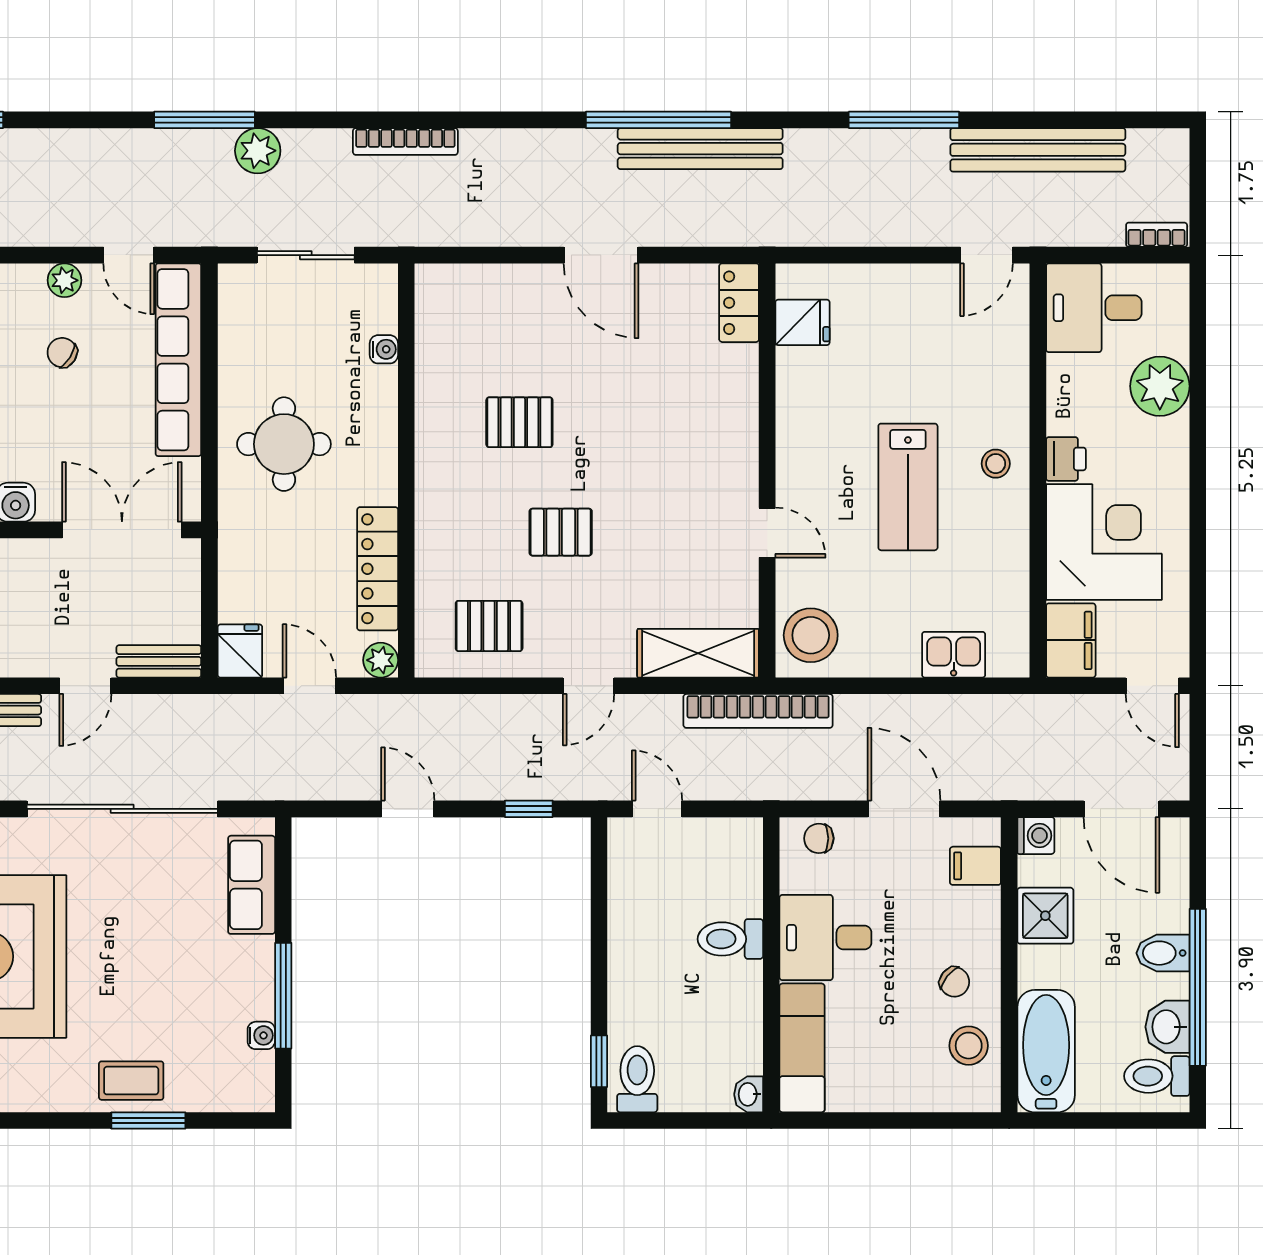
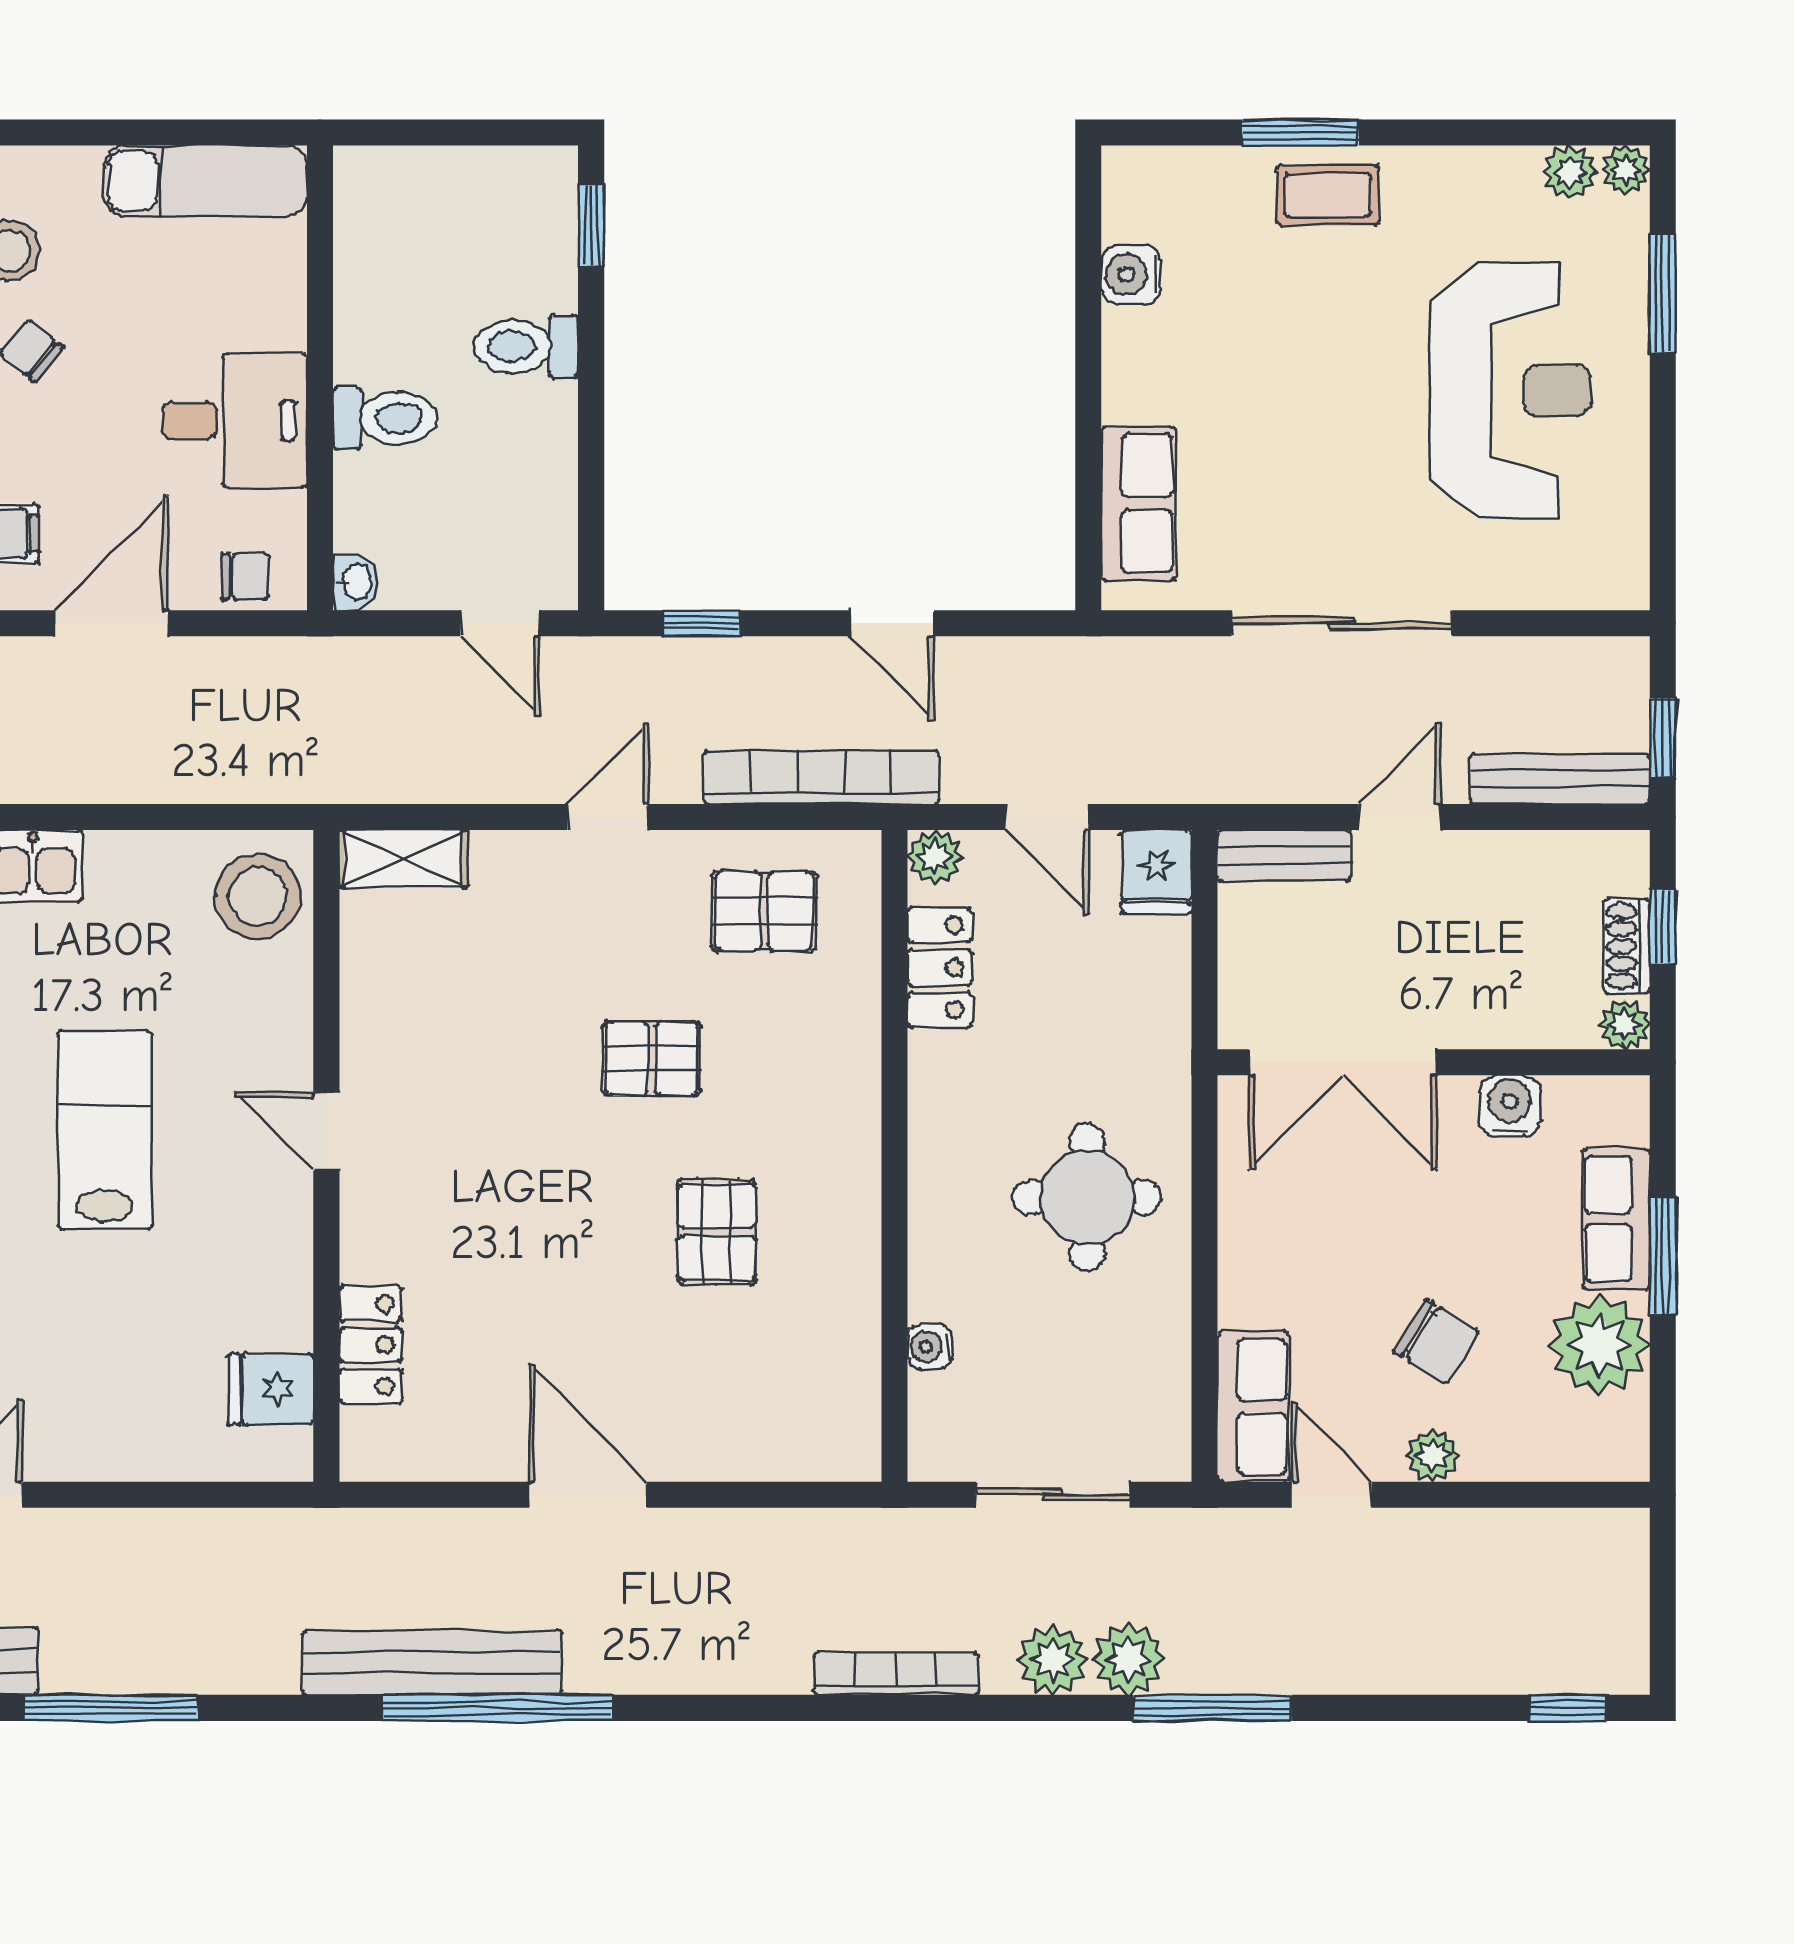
plant: (306, 150) -> (1053, 1660), added
locker: (739, 303) -> (371, 1345), moved
chair: (62, 353) -> (1436, 1342), width x1.37, depth x1.37
row of seats: (178, 360) -> (1253, 1407), width x0.50
pallet: (519, 422) -> (716, 1232), turned 90
door: (767, 533) -> (326, 1131), moved
locker: (378, 569) -> (940, 968), width x0.66
shelving: (698, 653) -> (403, 859), width x0.67, depth x0.75
bookcase: (758, 711) -> (821, 777), moved
sliding door: (122, 809) -> (1342, 623), width x0.73
door: (904, 809) -> (111, 623), swing flipped
window: (283, 996) -> (1088, 329), removed
water cooler: (261, 1035) -> (1131, 275), width x1.38, depth x1.38
exam couch: (802, 1048) -> (206, 181), moved, turned -90
toilet: (637, 1079) -> (526, 346), moved, turned 90
washbasin: (749, 1094) -> (356, 582), moved

